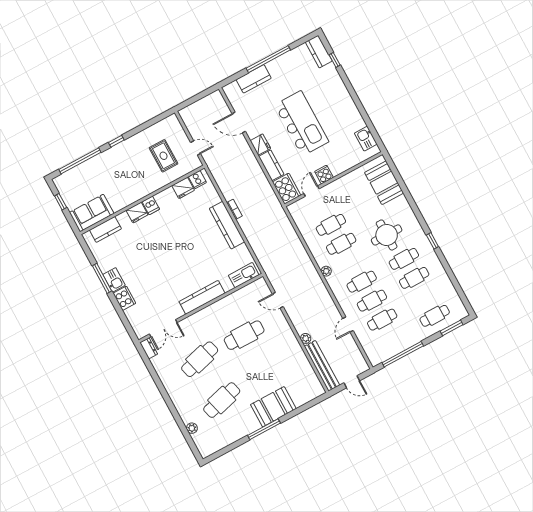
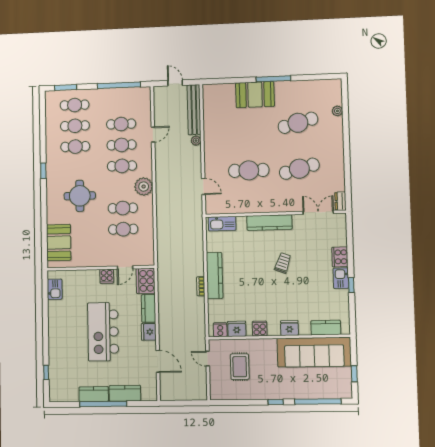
kitchen counter: (319, 52) -> (94, 394), moved, turned -90
cooker: (163, 199) -> (260, 329), added
dishwasher: (151, 205) -> (274, 328), removed
sofa: (92, 213) -> (314, 352), width x1.85, depth x1.27
cafe table: (404, 259) -> (75, 126), moved
trolley: (172, 267) -> (283, 263), added
plant: (326, 271) -> (144, 187), width x1.88, depth x1.88
window: (102, 278) -> (351, 285), width x0.46

